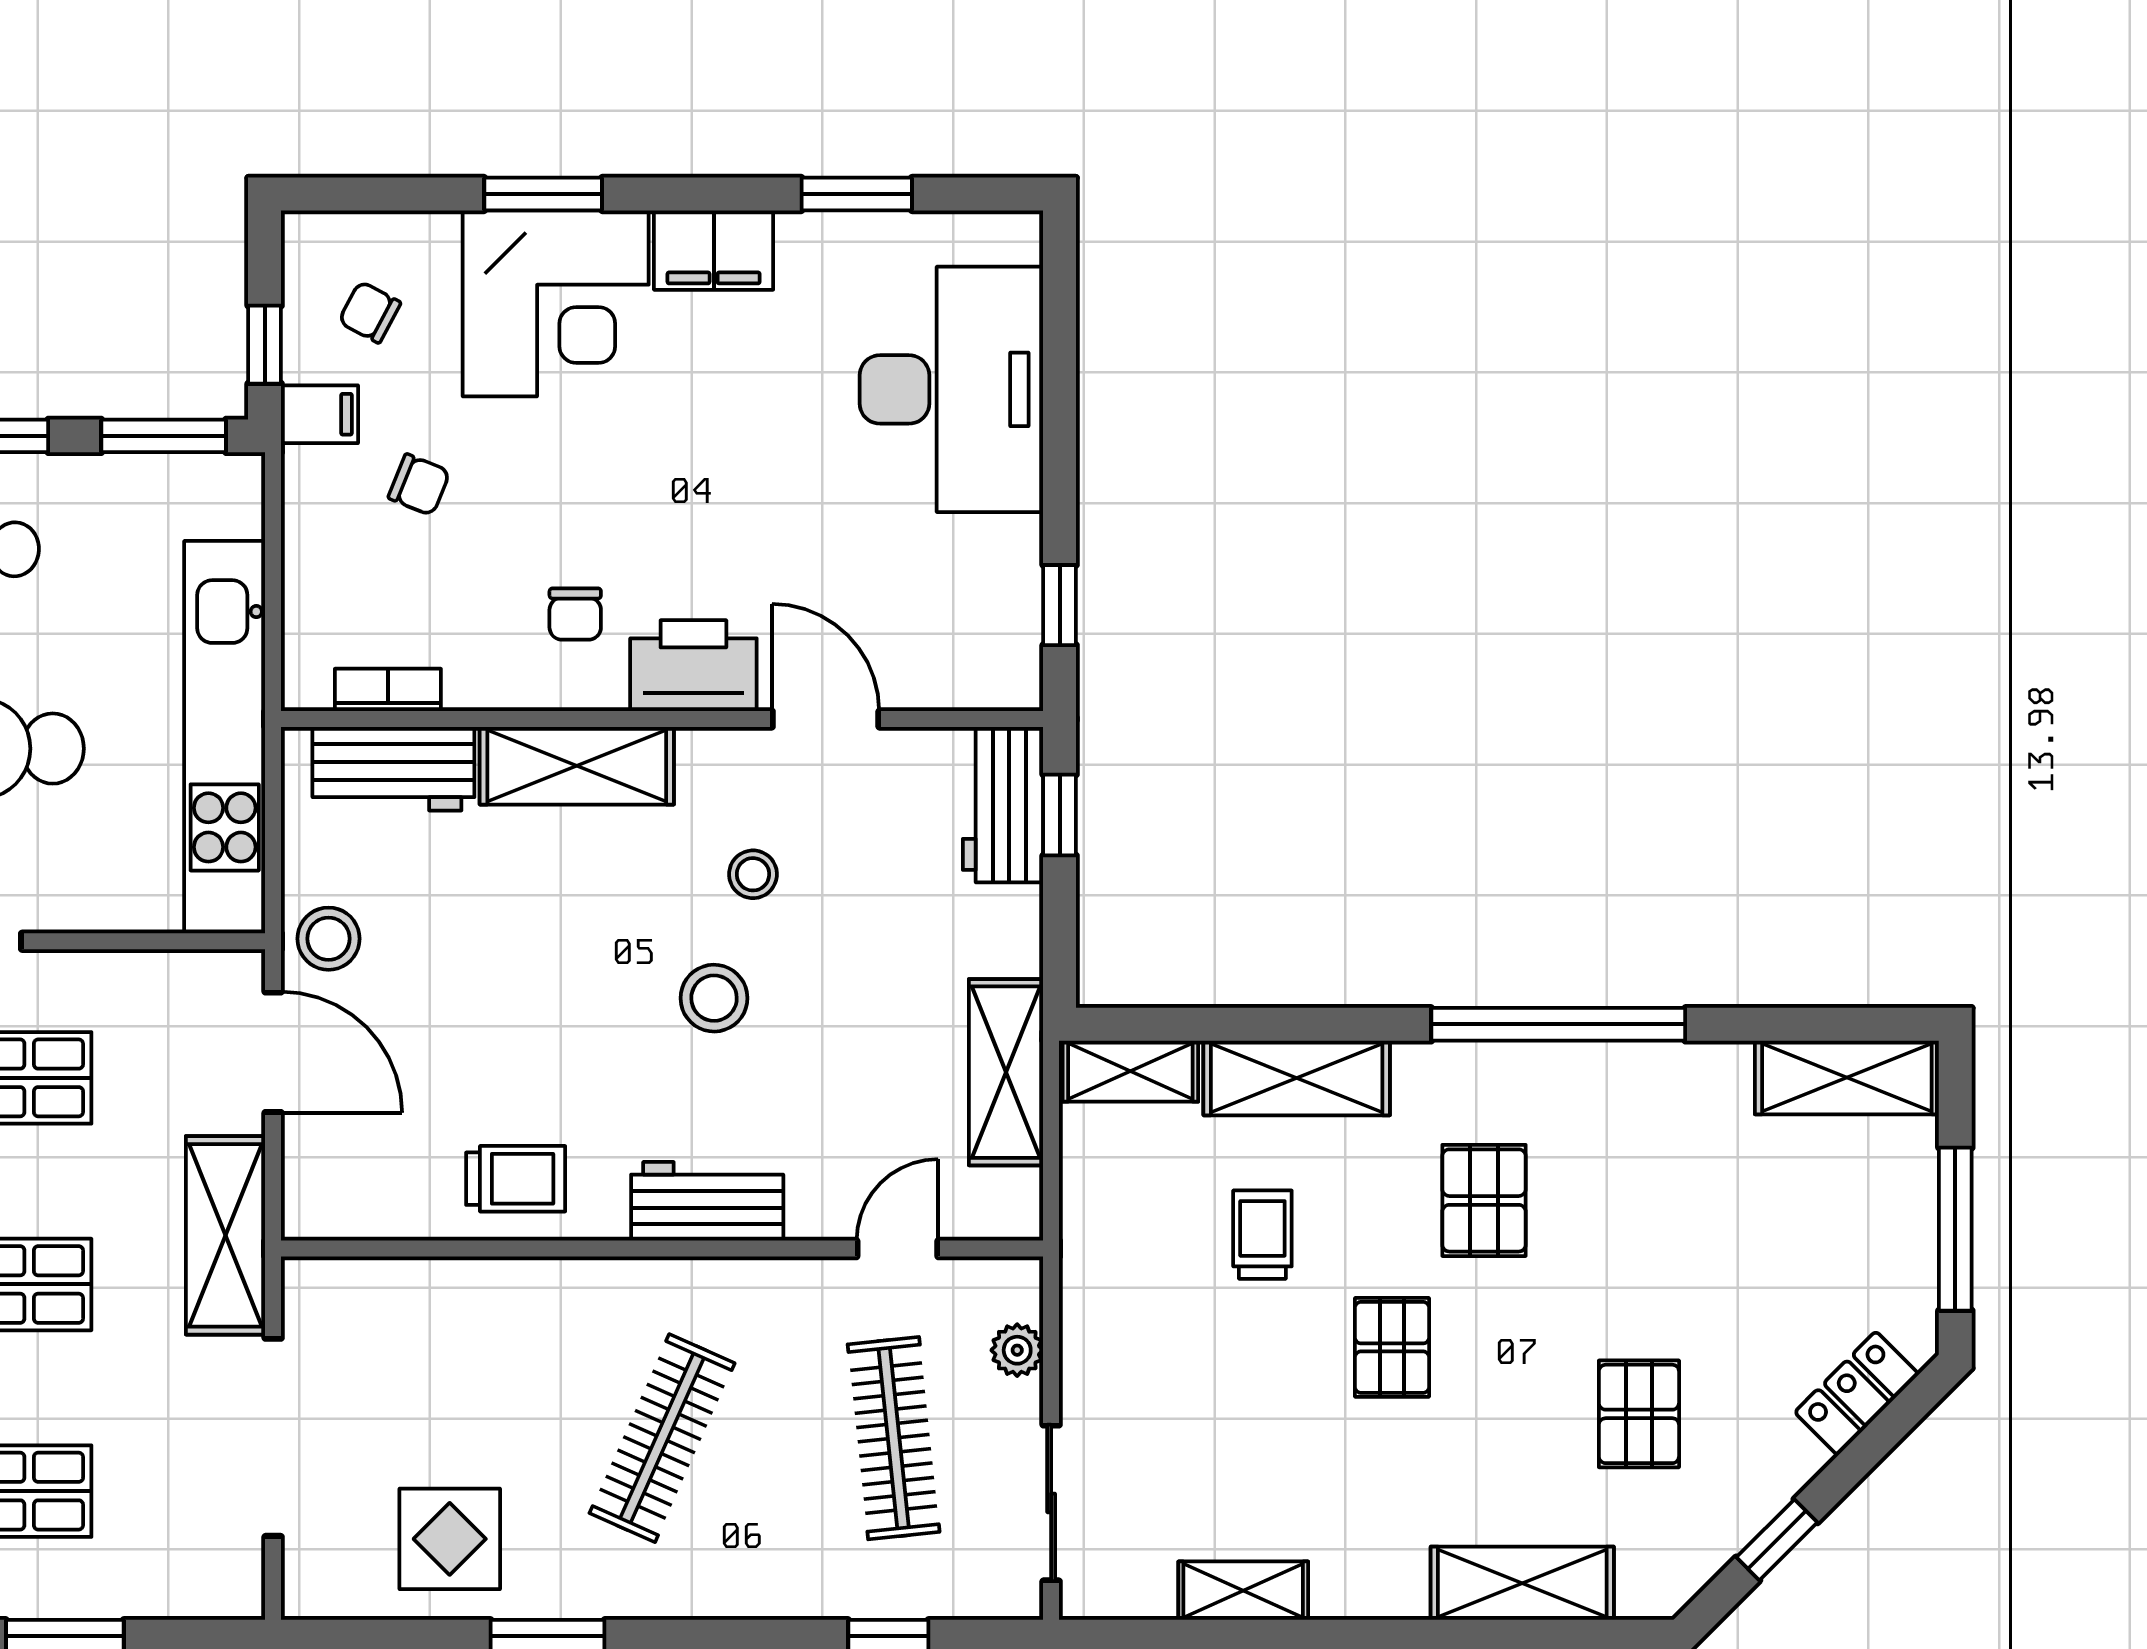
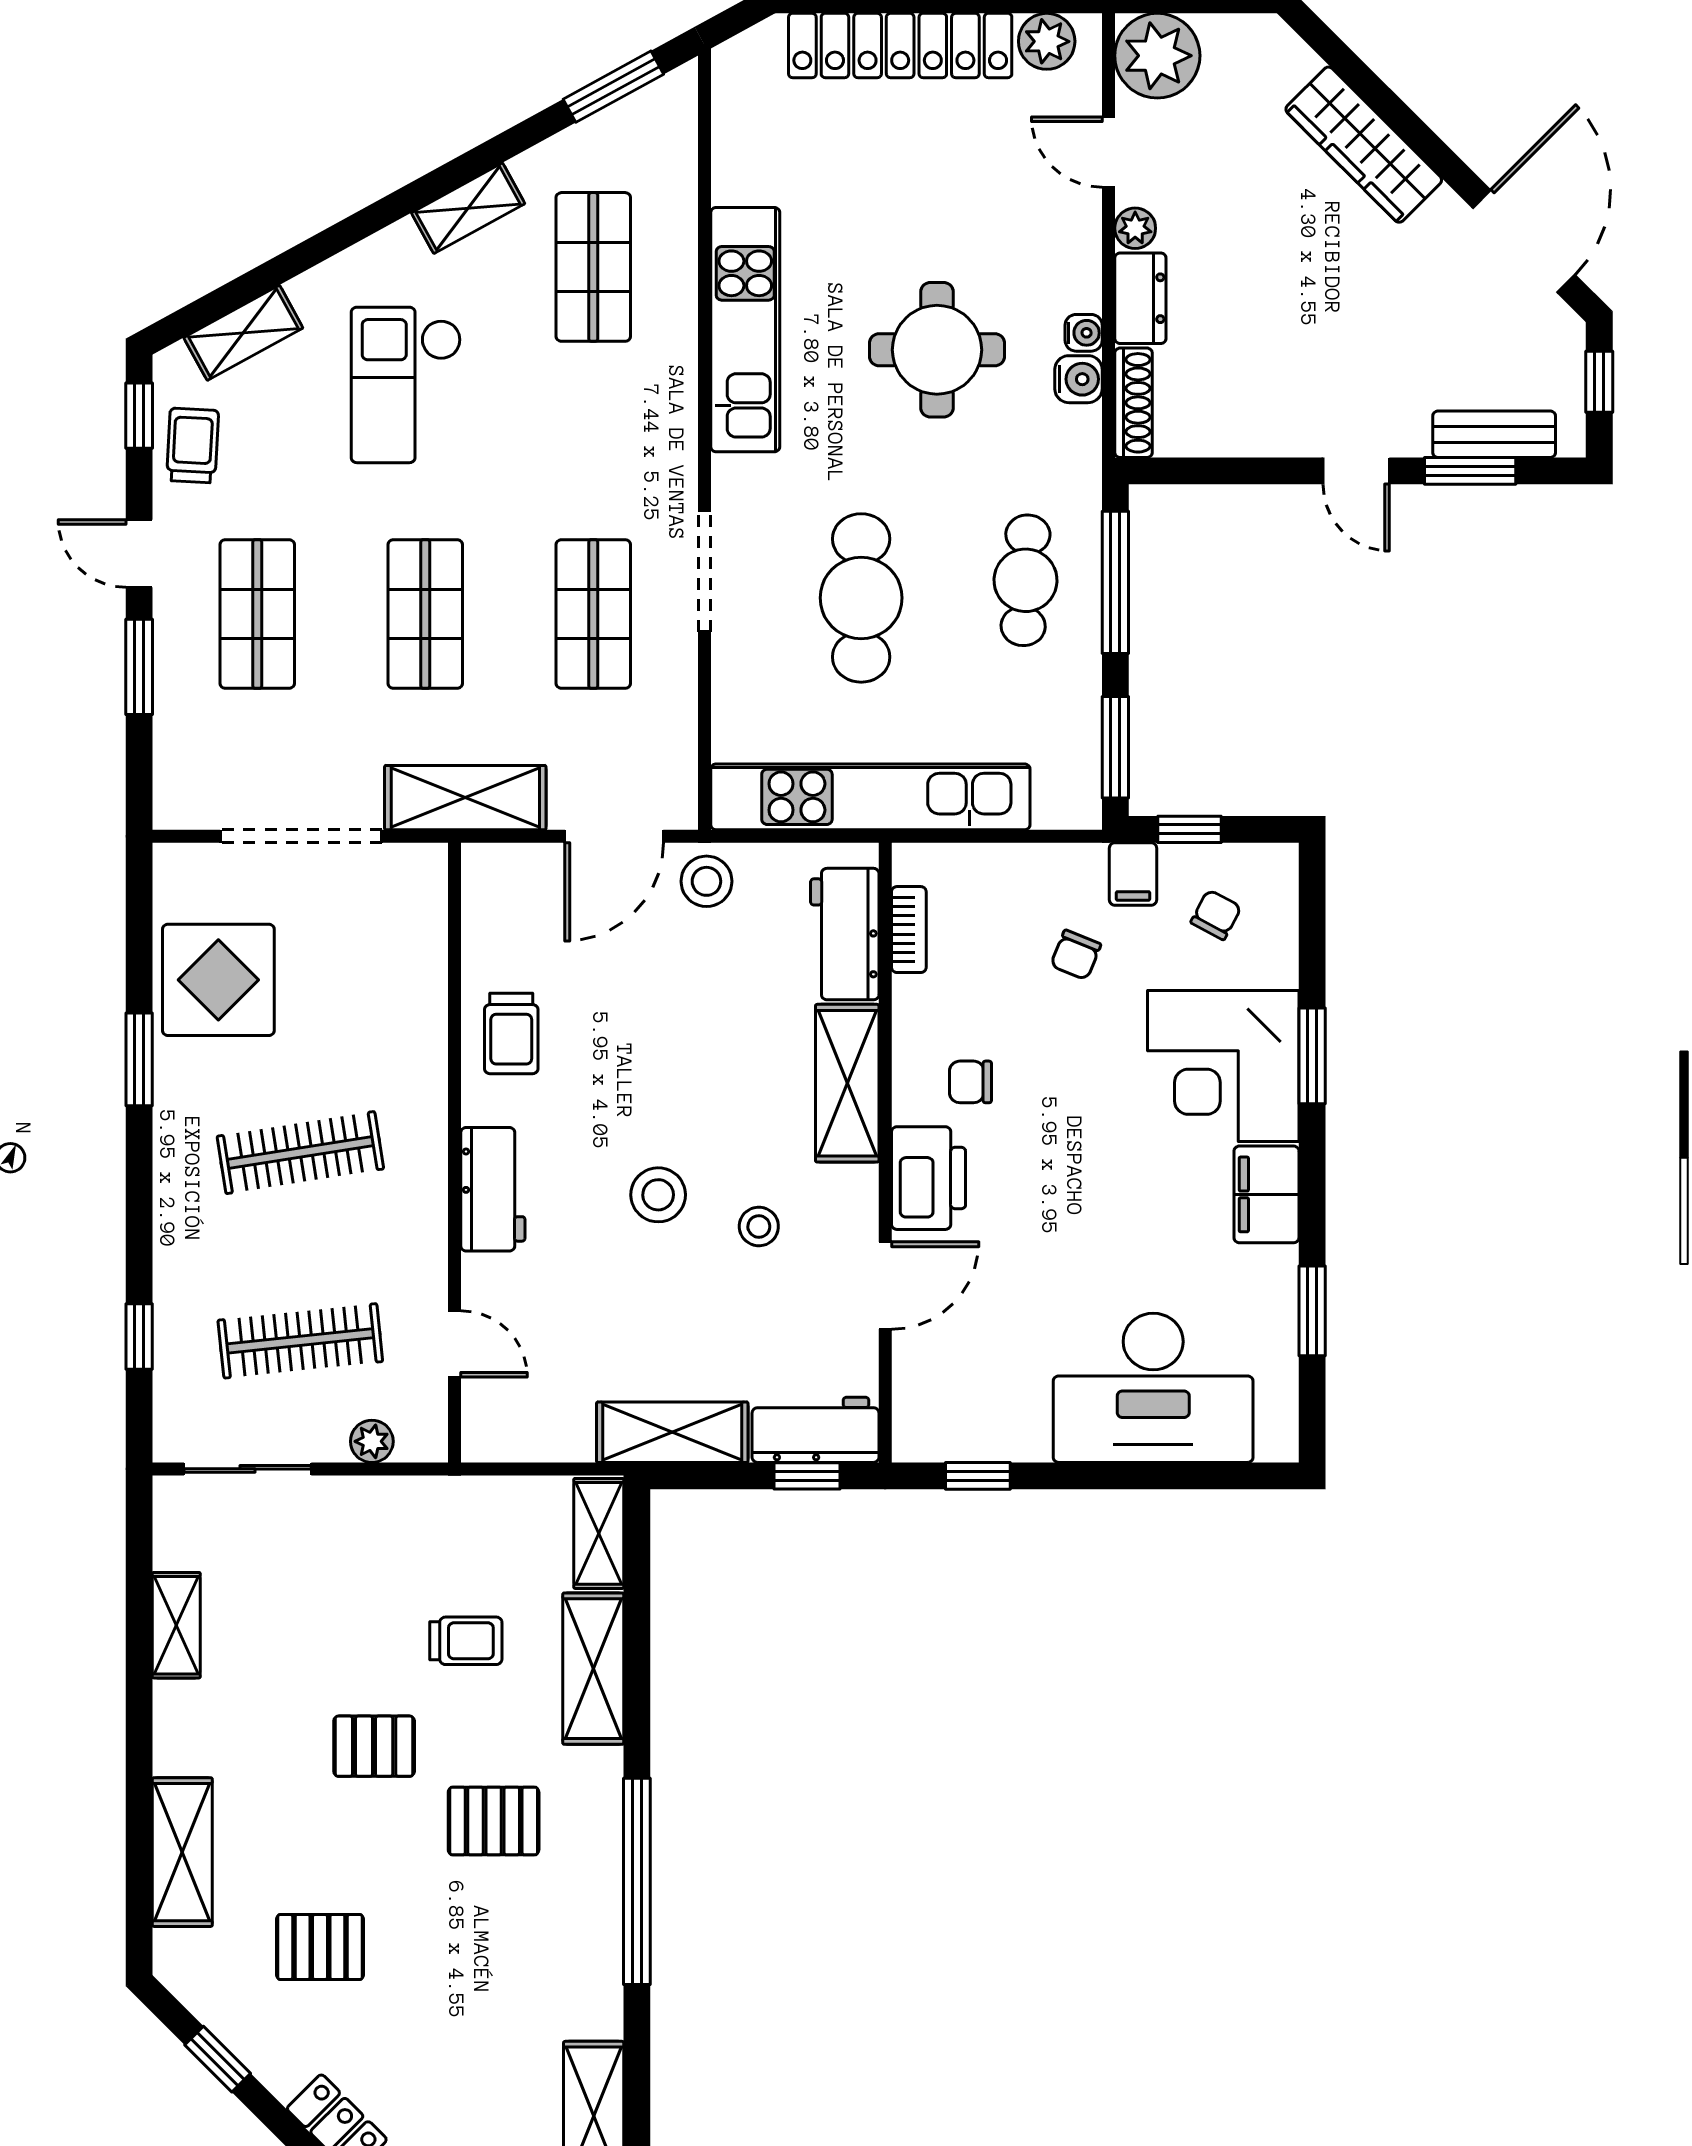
shelving: (1006, 1072) -> (672, 1432), moved
clothes rail: (662, 1438) -> (300, 1153), turned -33
display table: (450, 1539) -> (218, 980), width x1.36, depth x1.36

